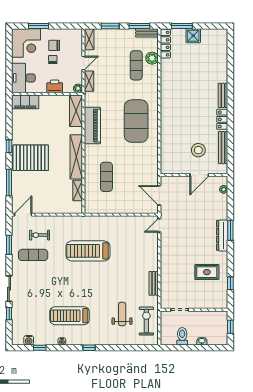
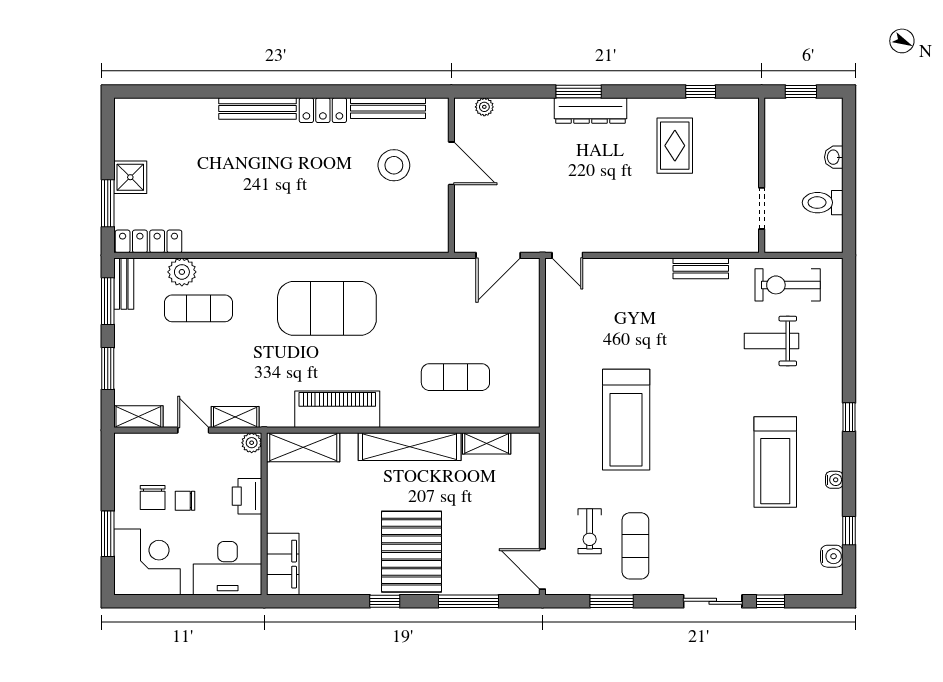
bench: (223, 95) -> (258, 109), width x1.36

